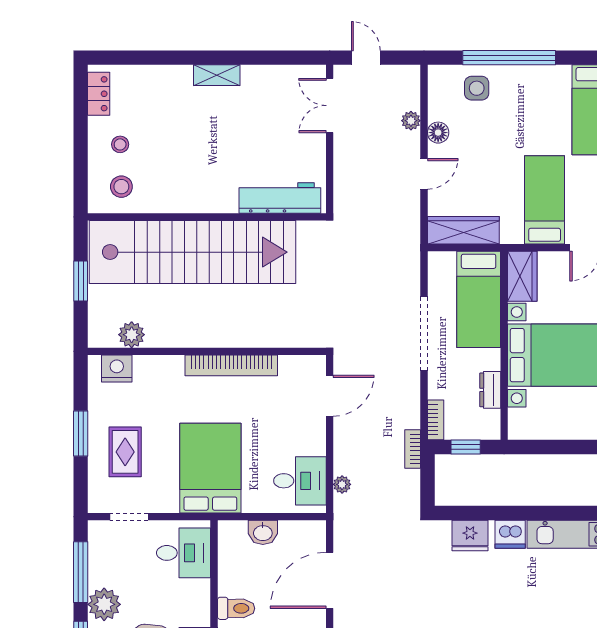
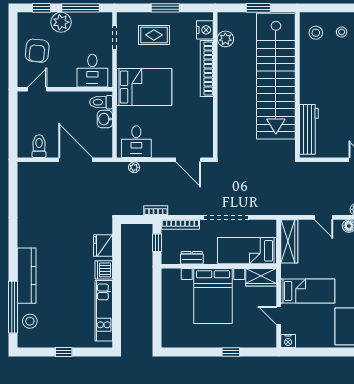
bookcase: (231, 365) -> (207, 68), moved
bookcase: (436, 420) -> (180, 224), width x1.56
toilet: (236, 608) -> (101, 102), moved, turned 90

